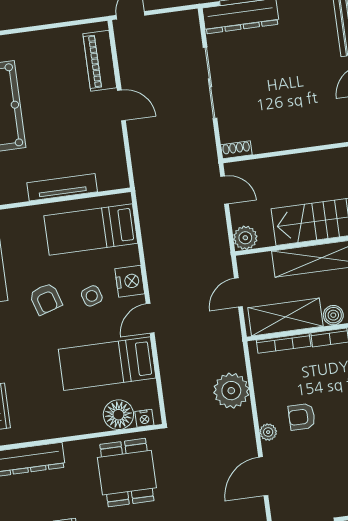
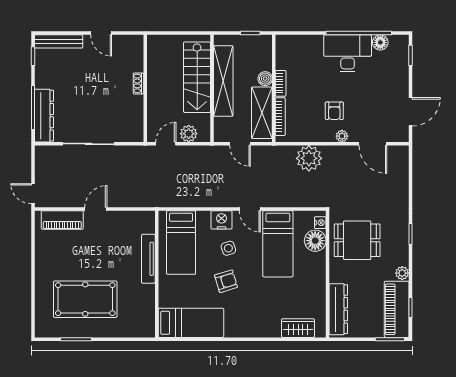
shoe rack: (236, 150) -> (138, 83), moved
plant: (245, 238) -> (189, 134), moved

